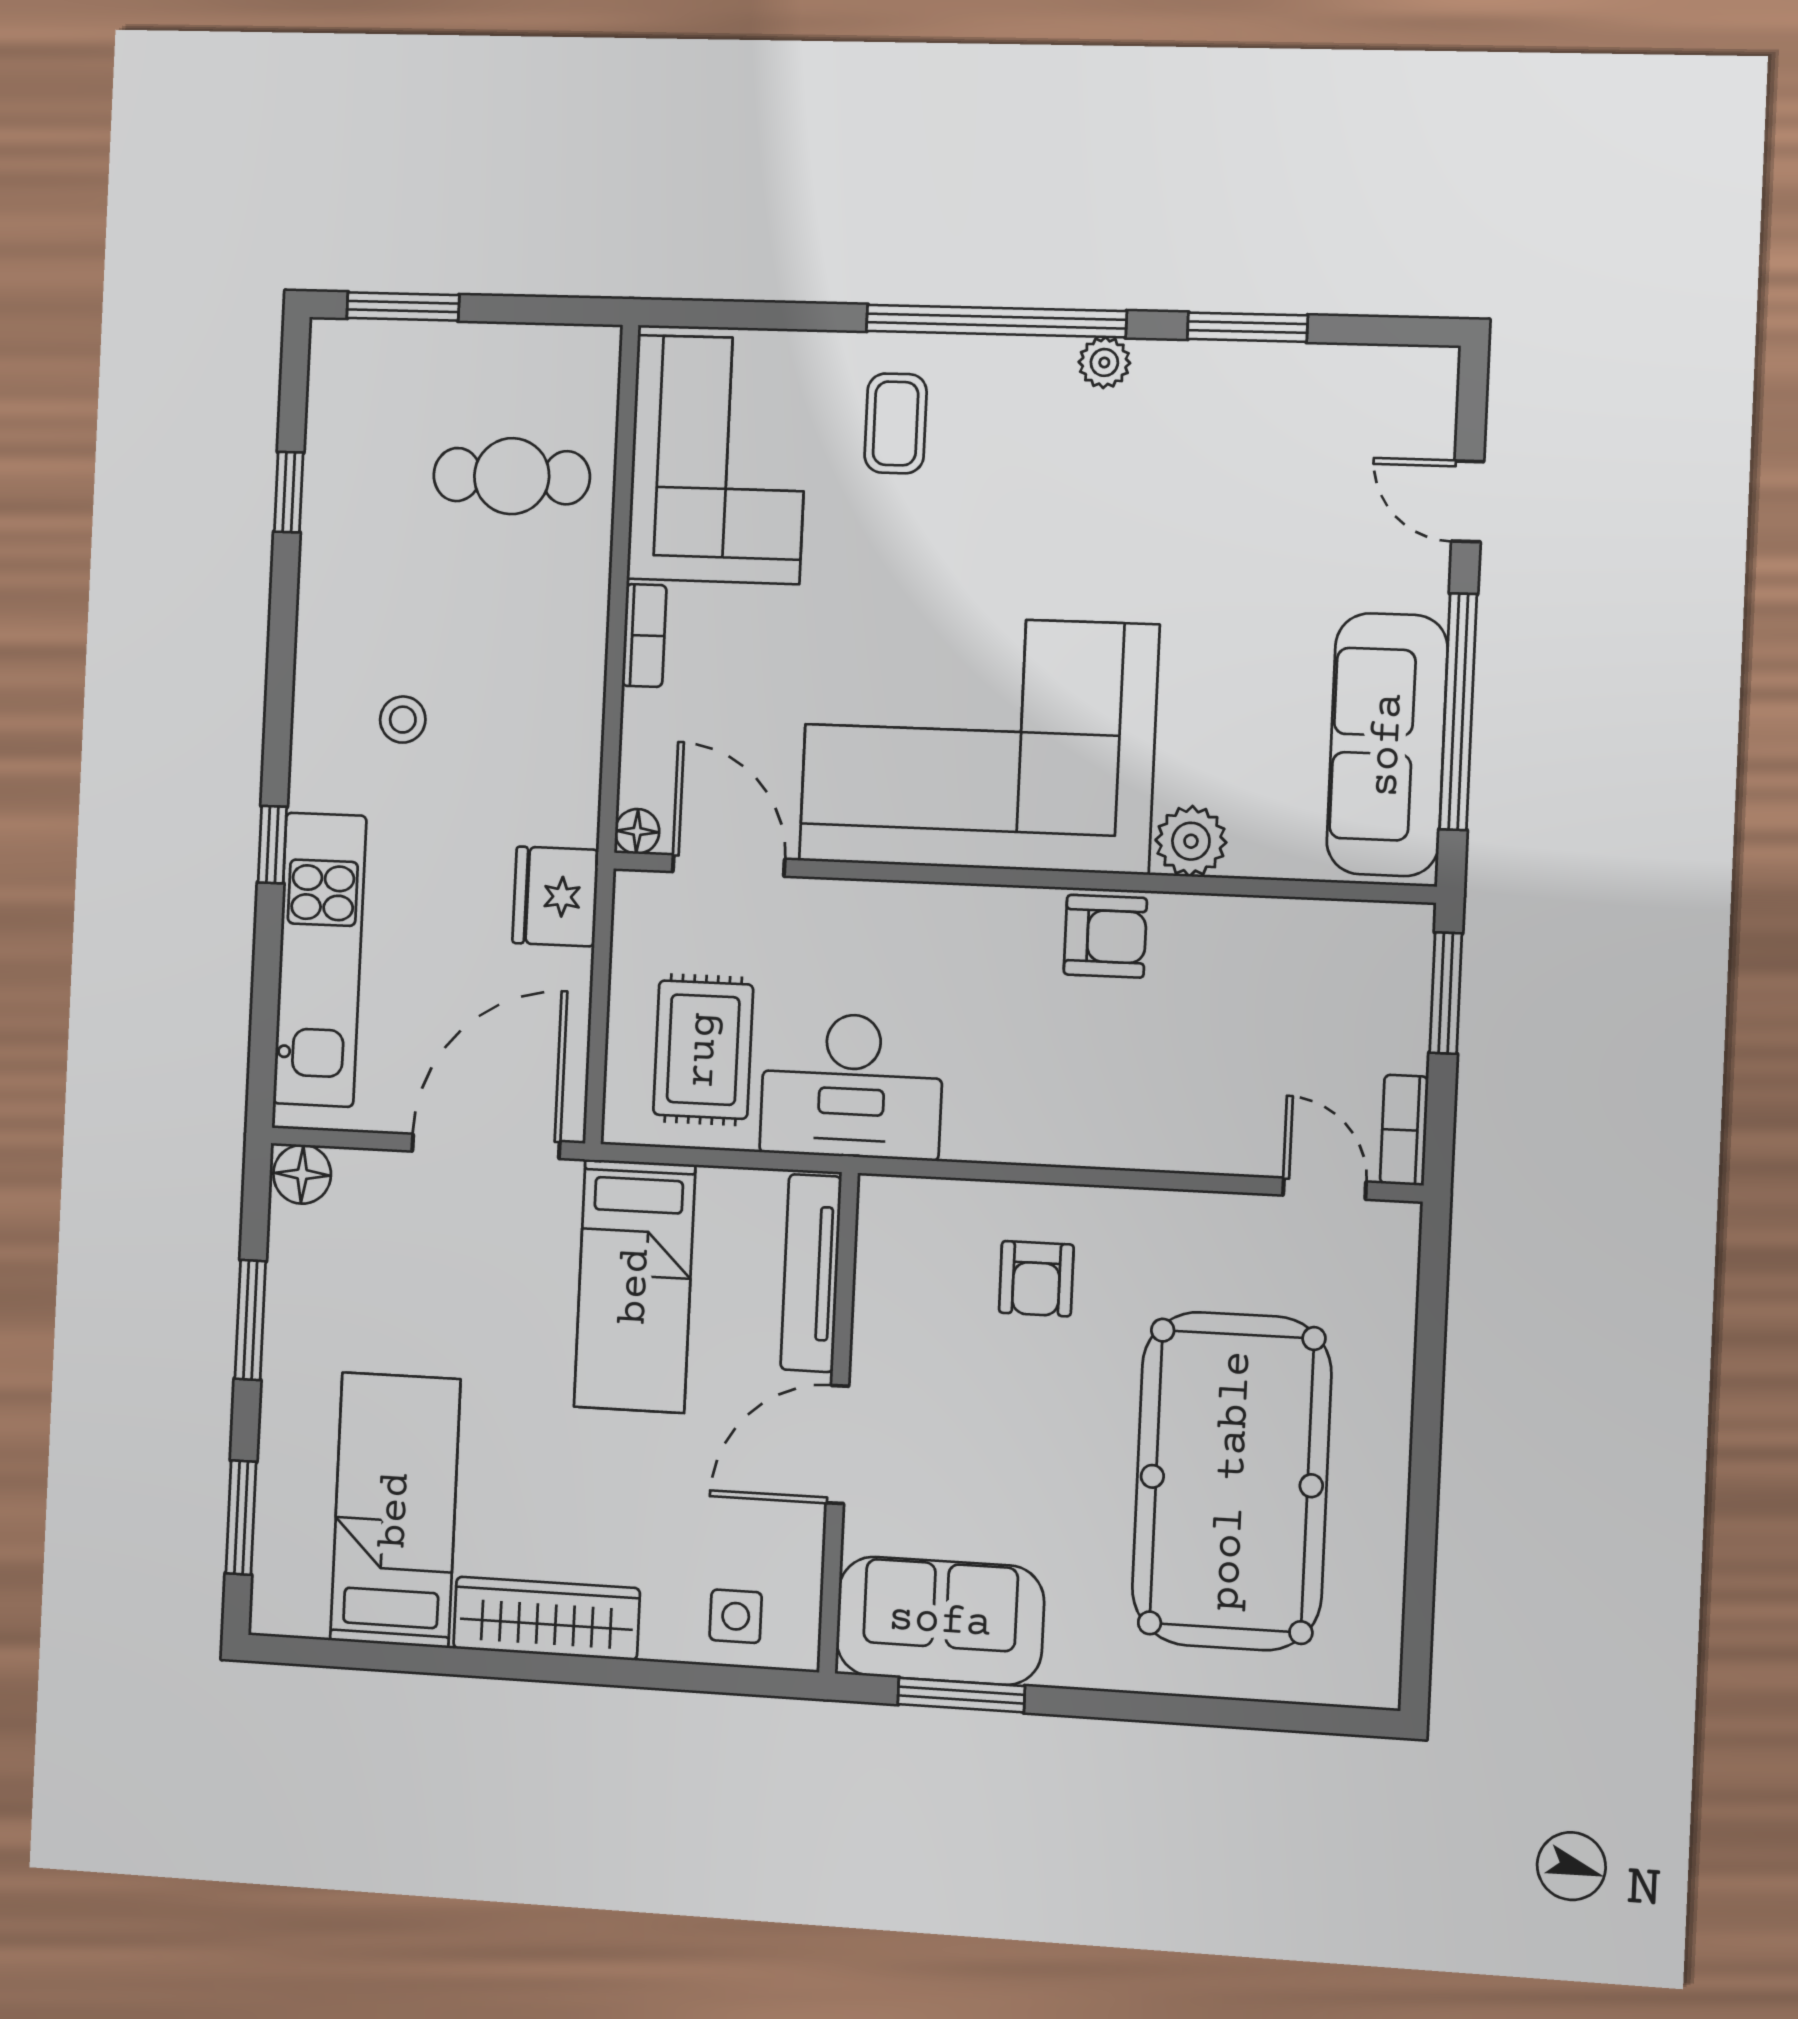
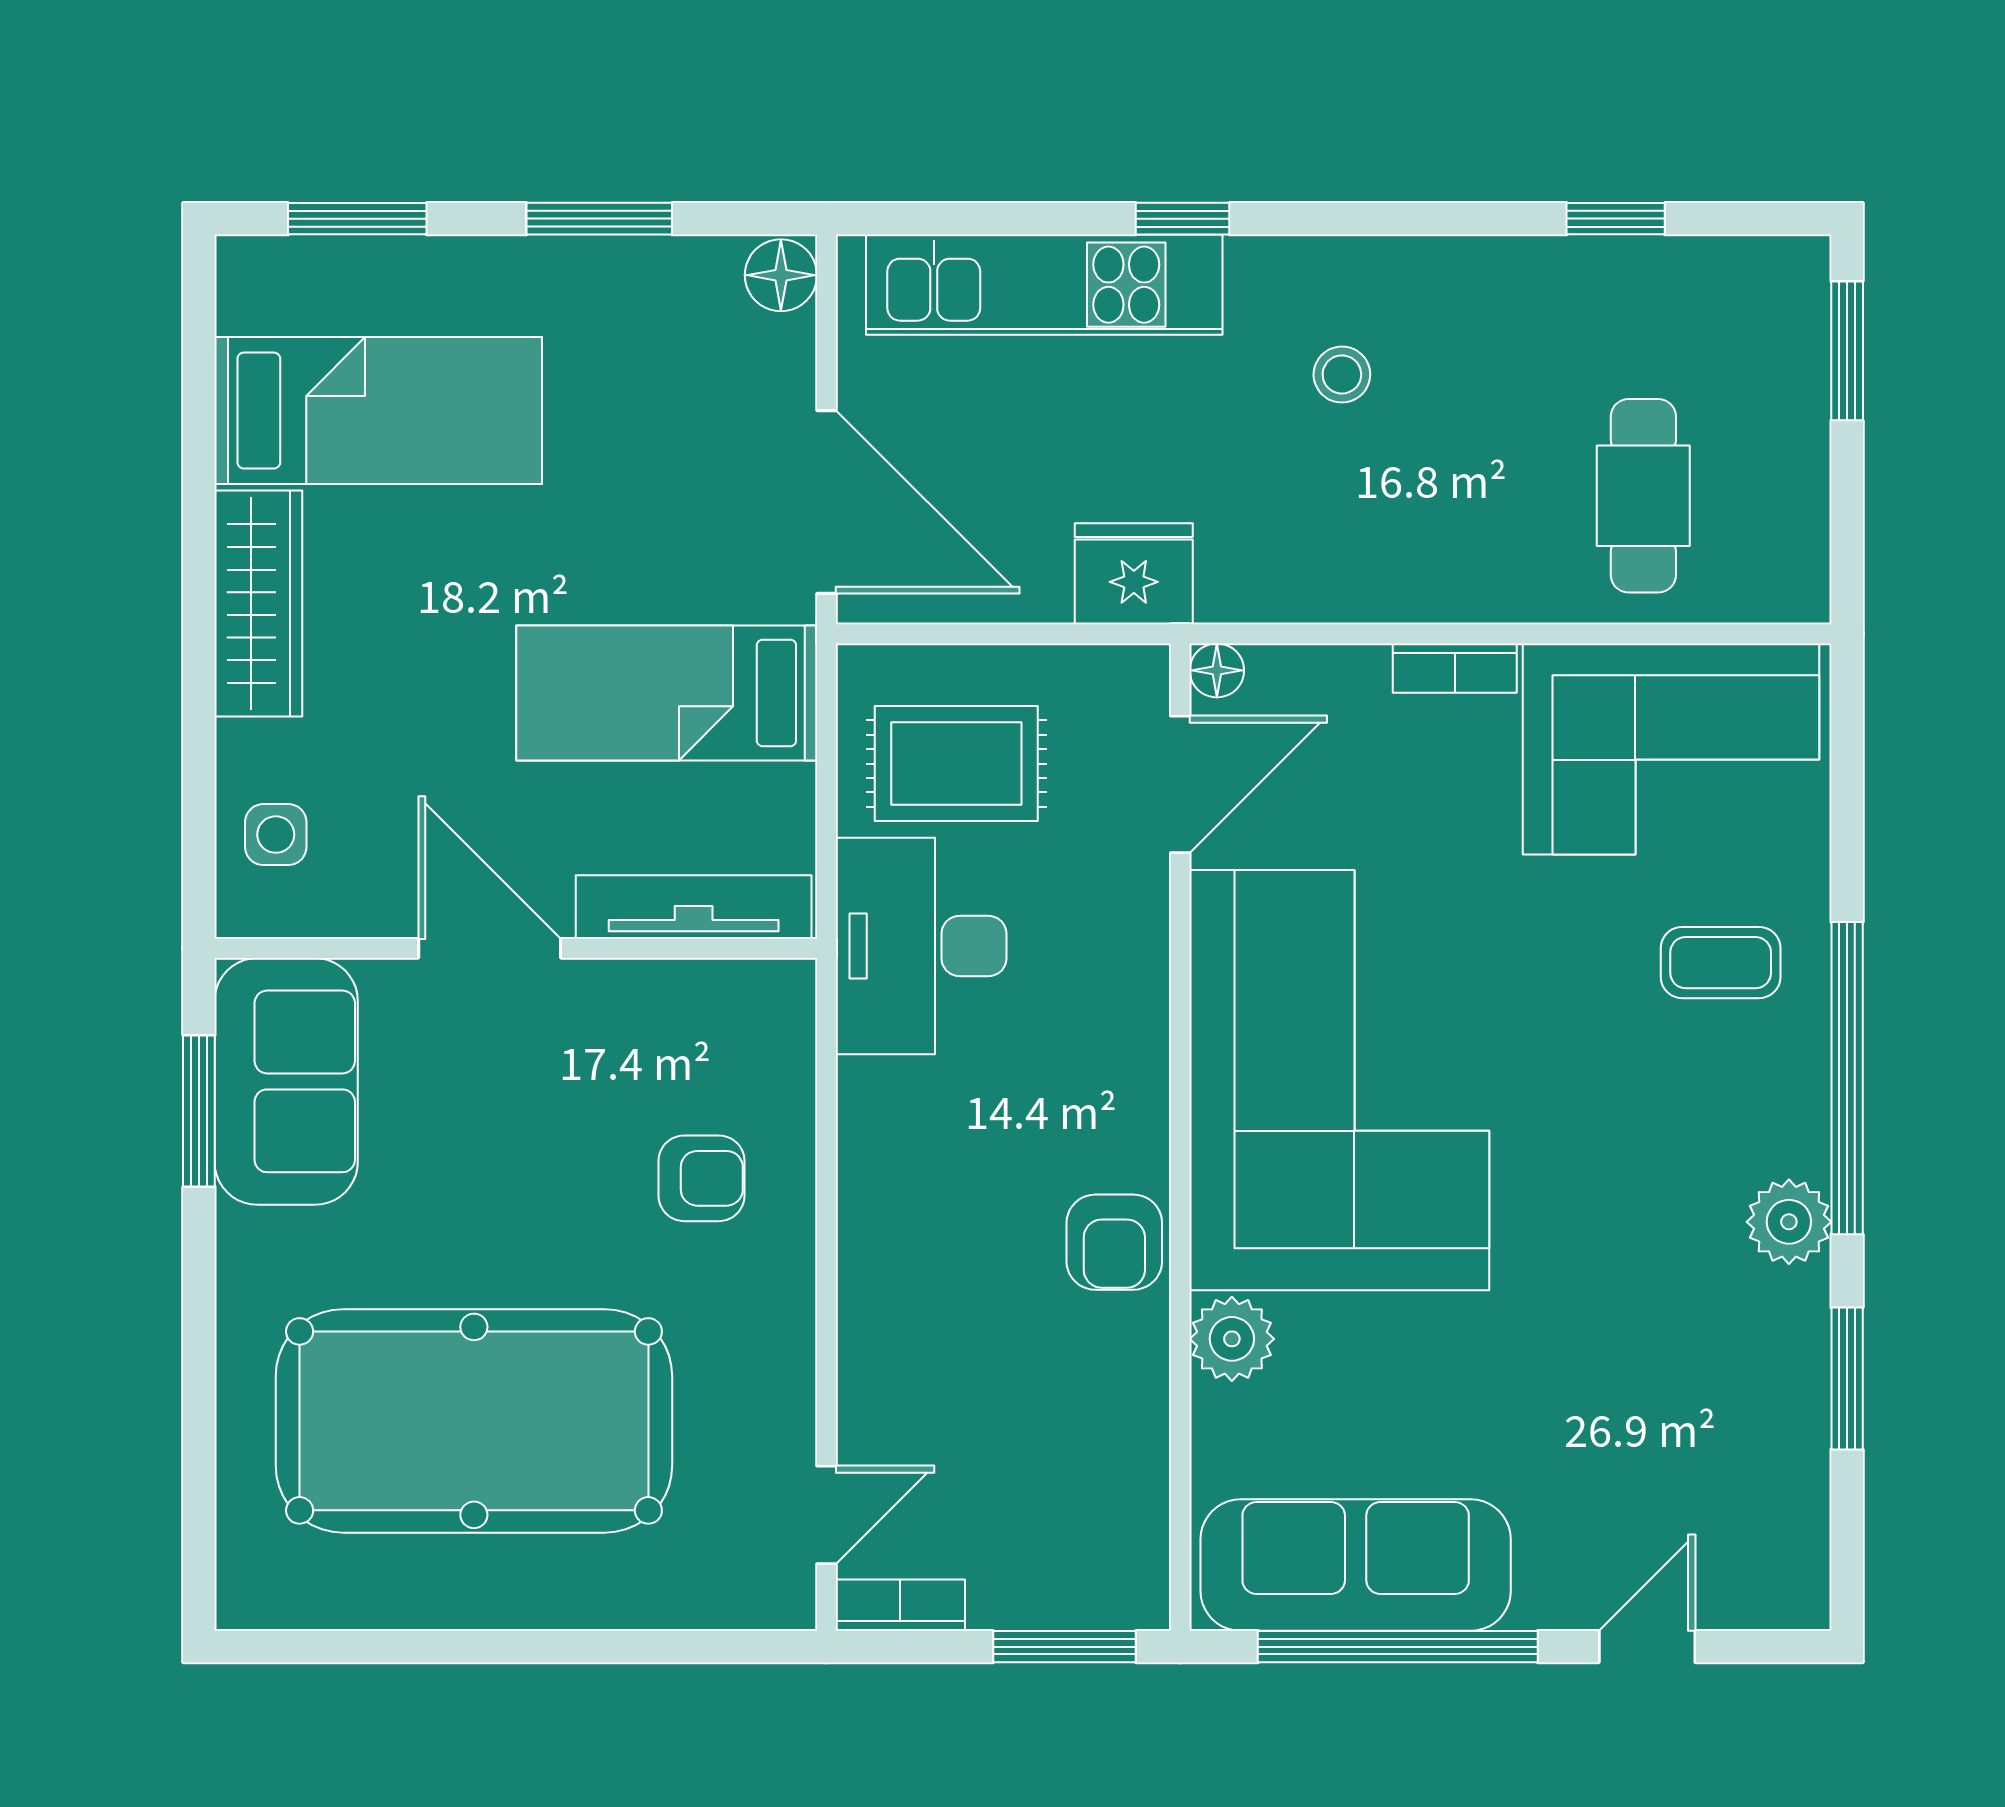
plant: (1104, 362) -> (1789, 1222), width x1.38, depth x1.38
armchair: (1036, 1279) -> (701, 1178), turned 180

